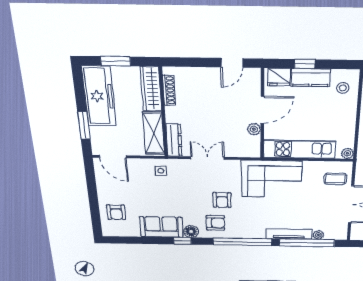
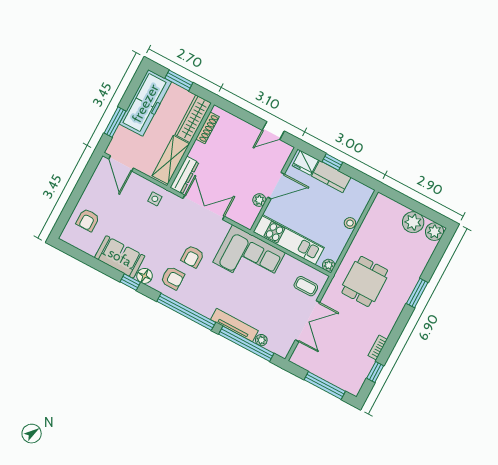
stool: (343, 88) -> (350, 223), moved
double door: (207, 158) -> (204, 207), width x1.37

